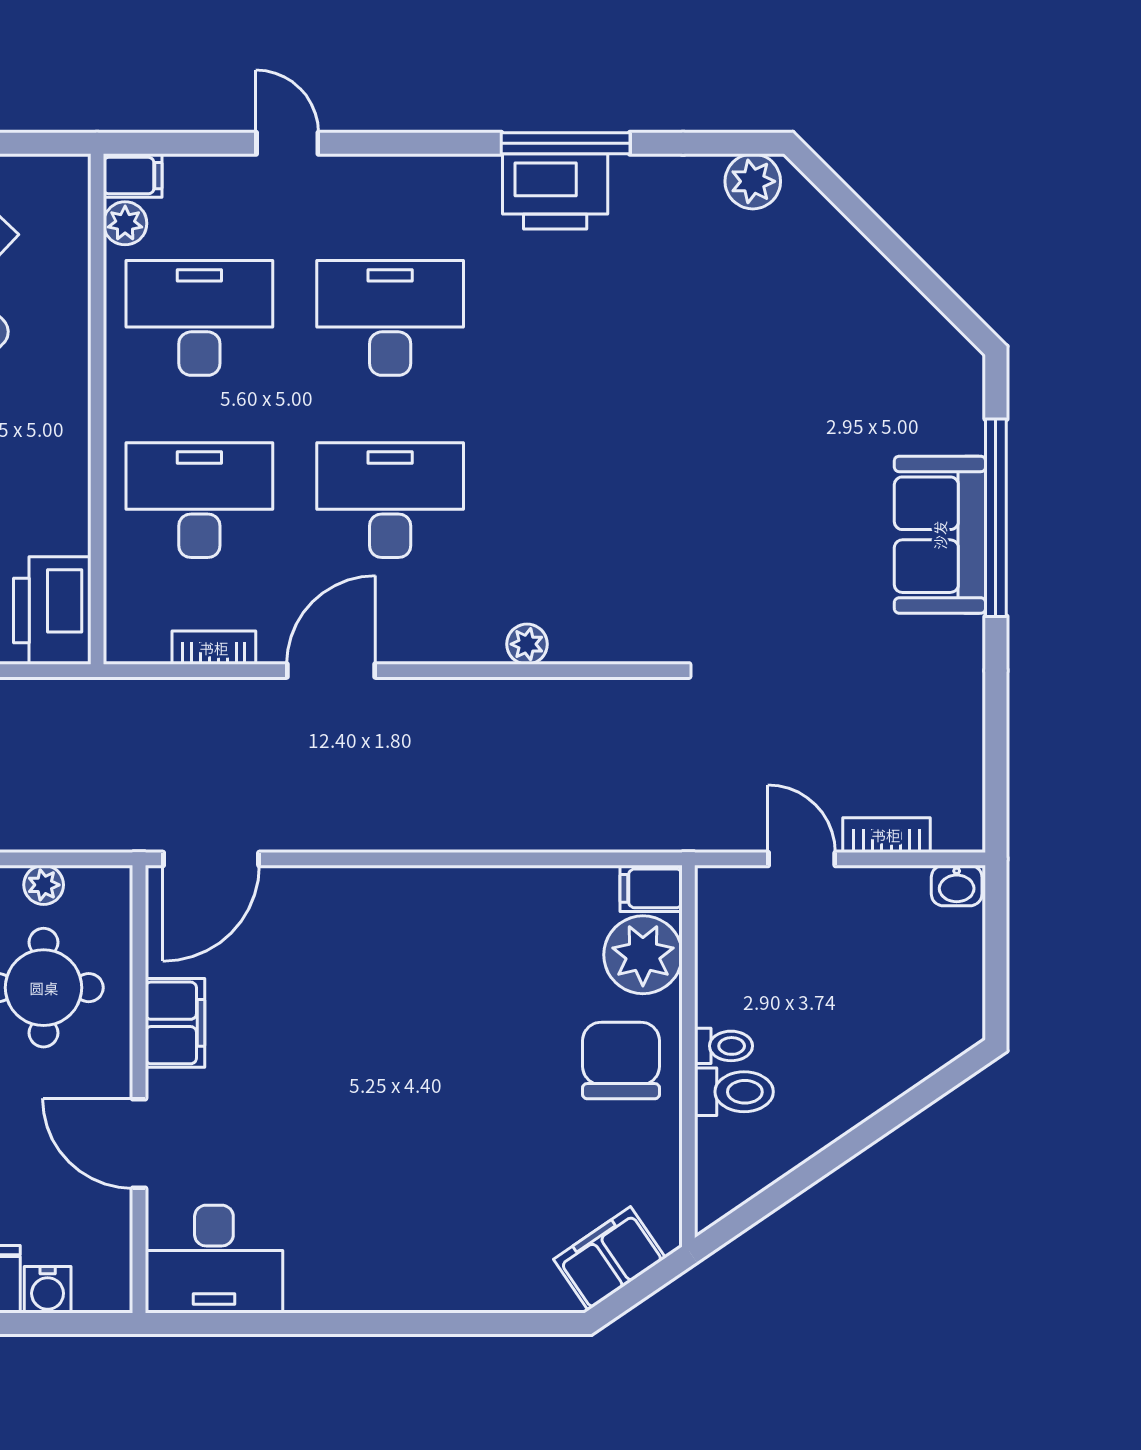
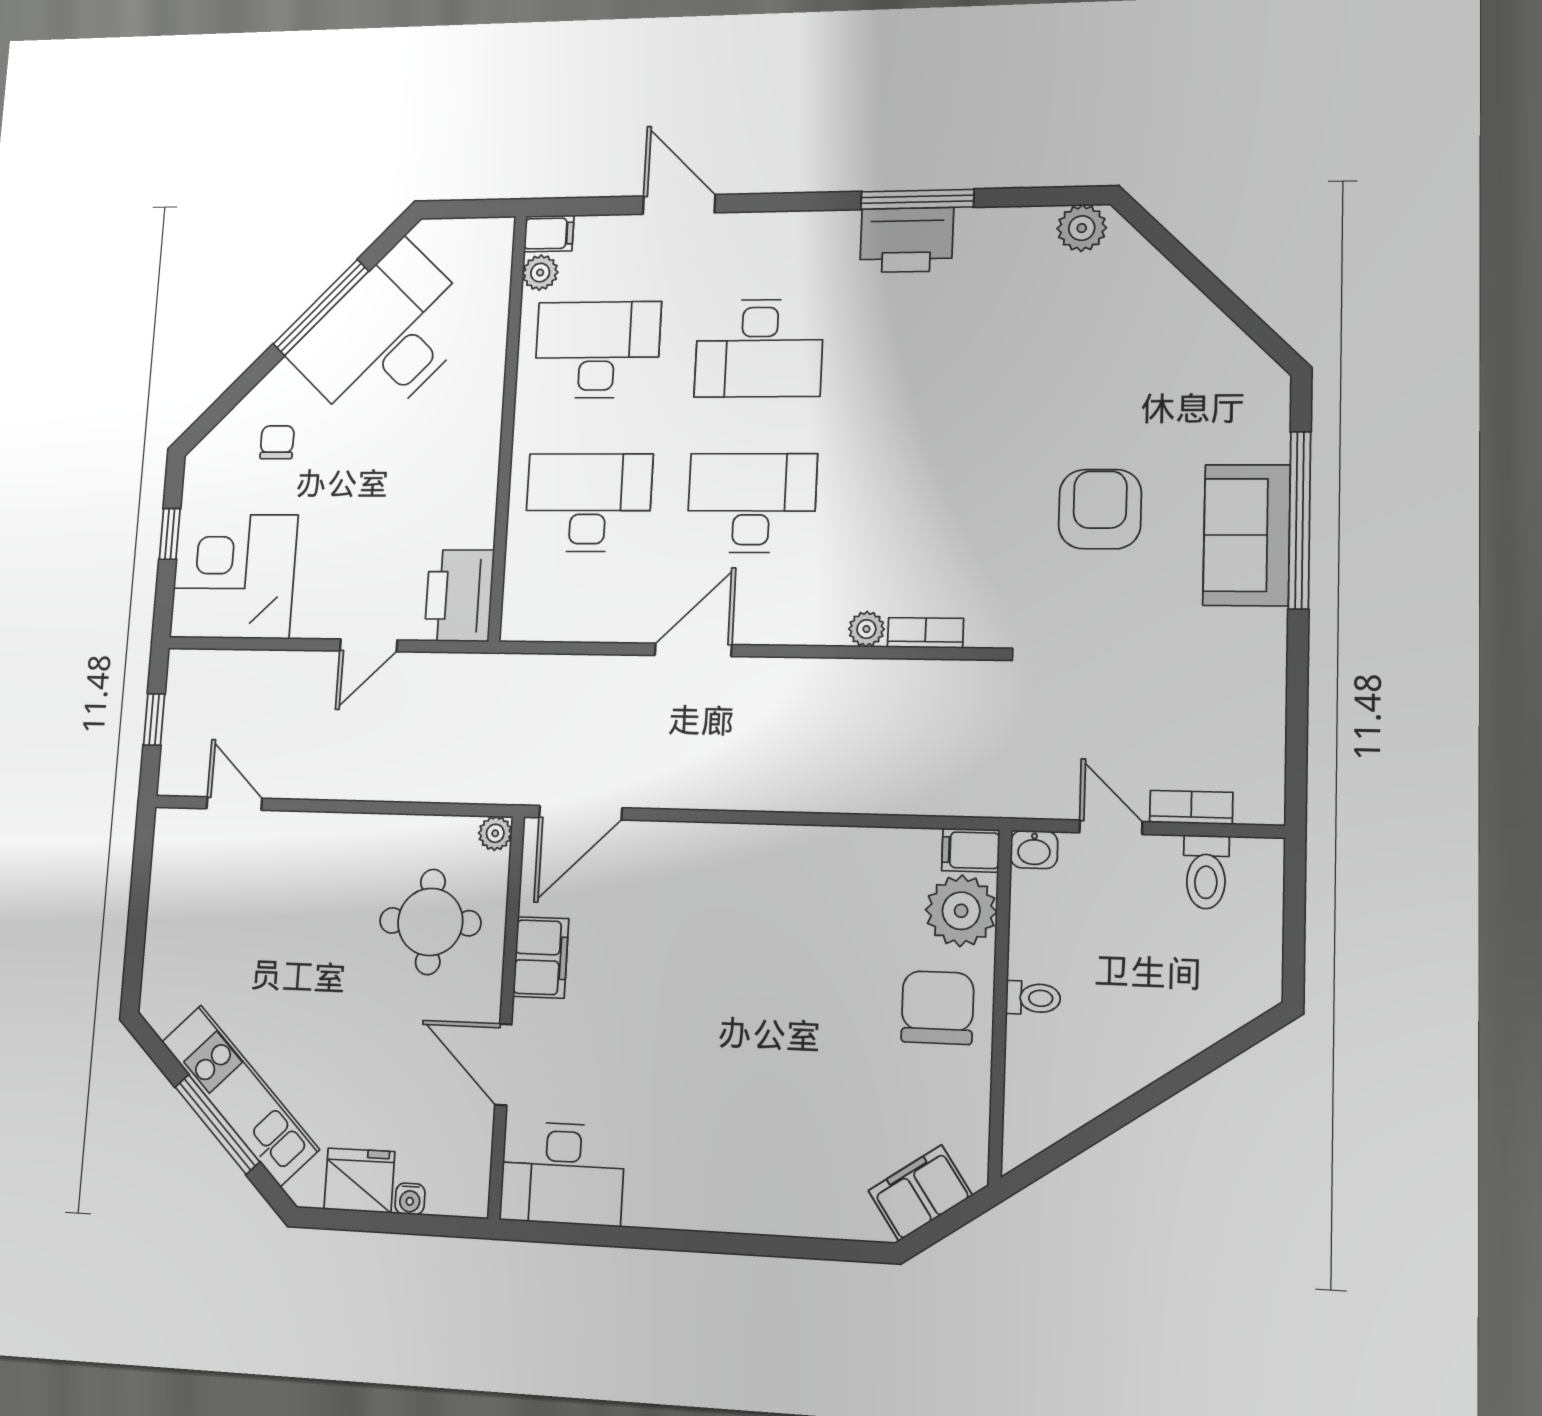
door: (287, 143) -> (679, 204), width x1.38
desk: (390, 318) -> (759, 348), turned 180
armchair: (781, 506) -> (1100, 509), added
bookcase: (214, 648) -> (926, 633), moved
plant: (44, 885) -> (495, 833), moved
washbasin: (957, 886) -> (1034, 849), moved
toilet: (734, 1092) -> (1206, 872), moved, turned 90
water cooler: (48, 1290) -> (410, 1199), width x0.72, depth x0.72

